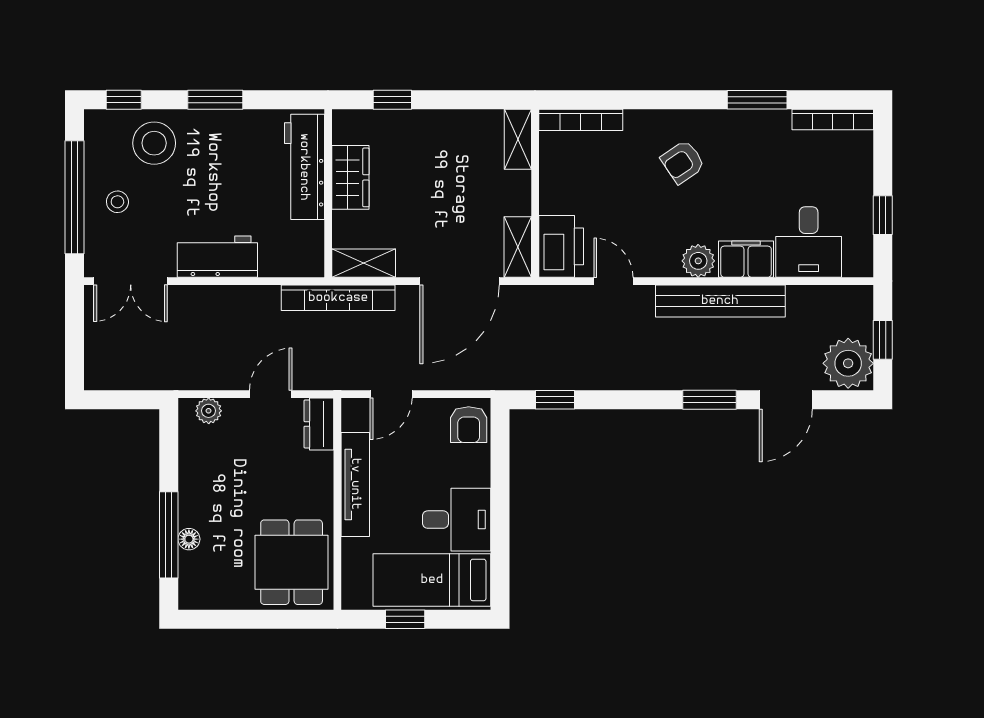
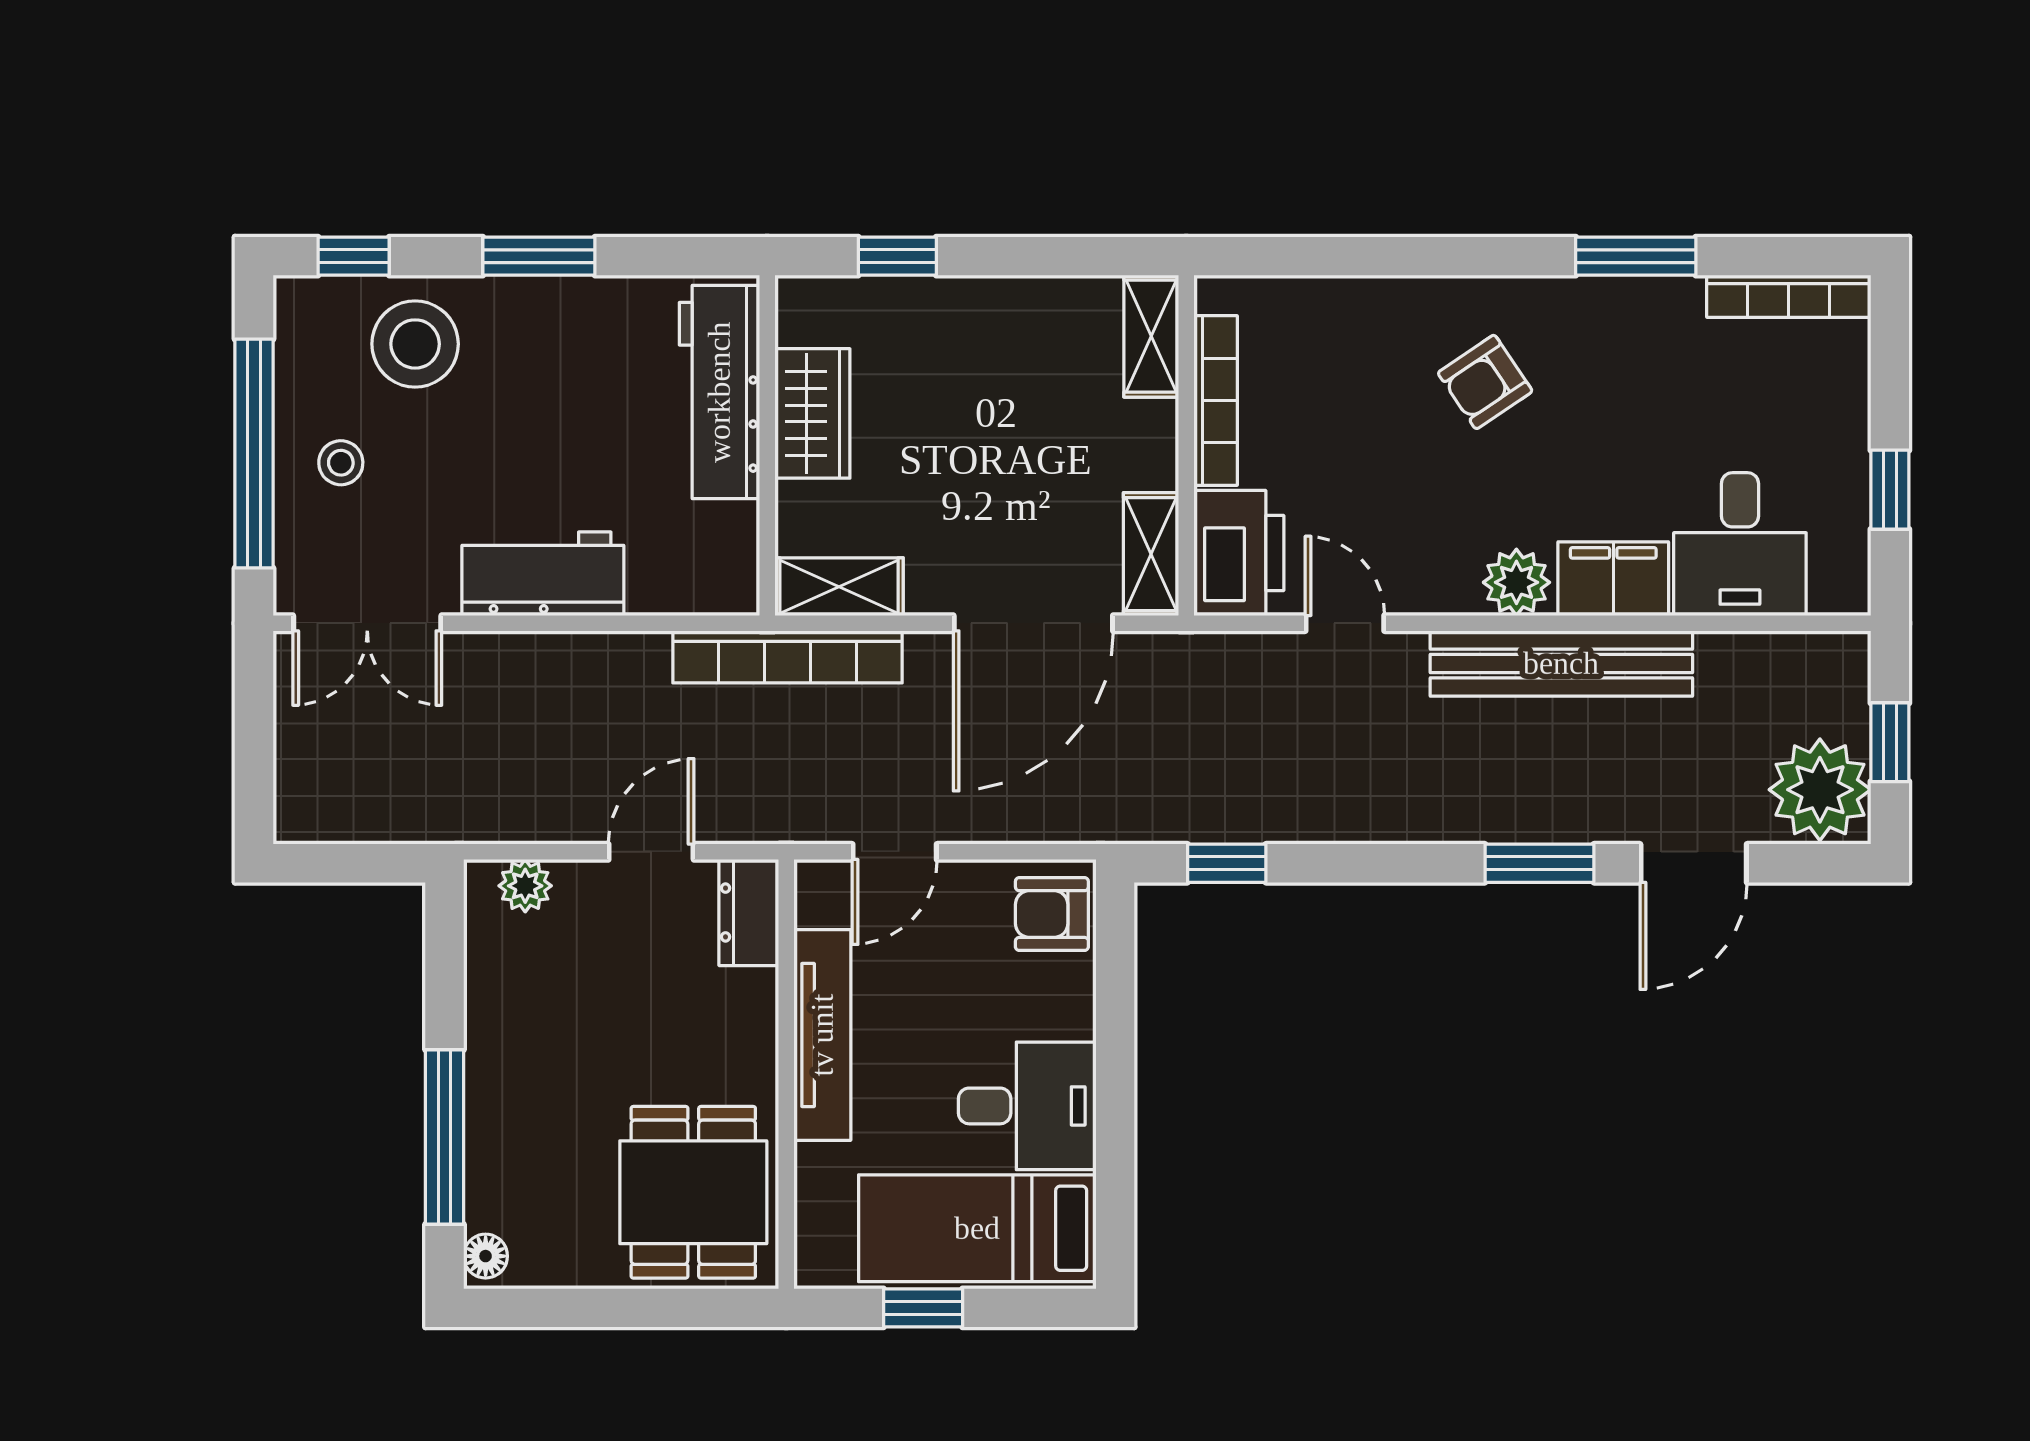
bookcase: (581, 120) -> (1216, 401), moved, turned -90
armchair: (469, 425) -> (1052, 914), turned 90
floor lamp: (189, 539) -> (486, 1256), moved

